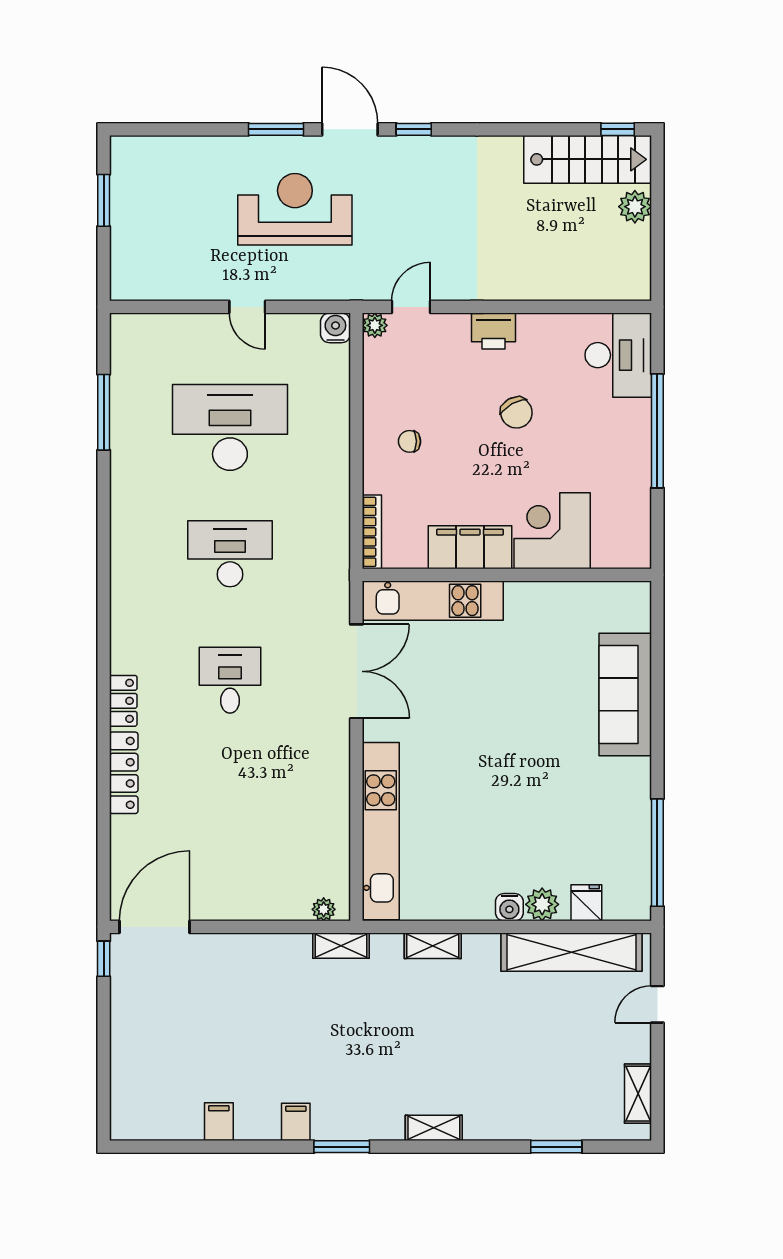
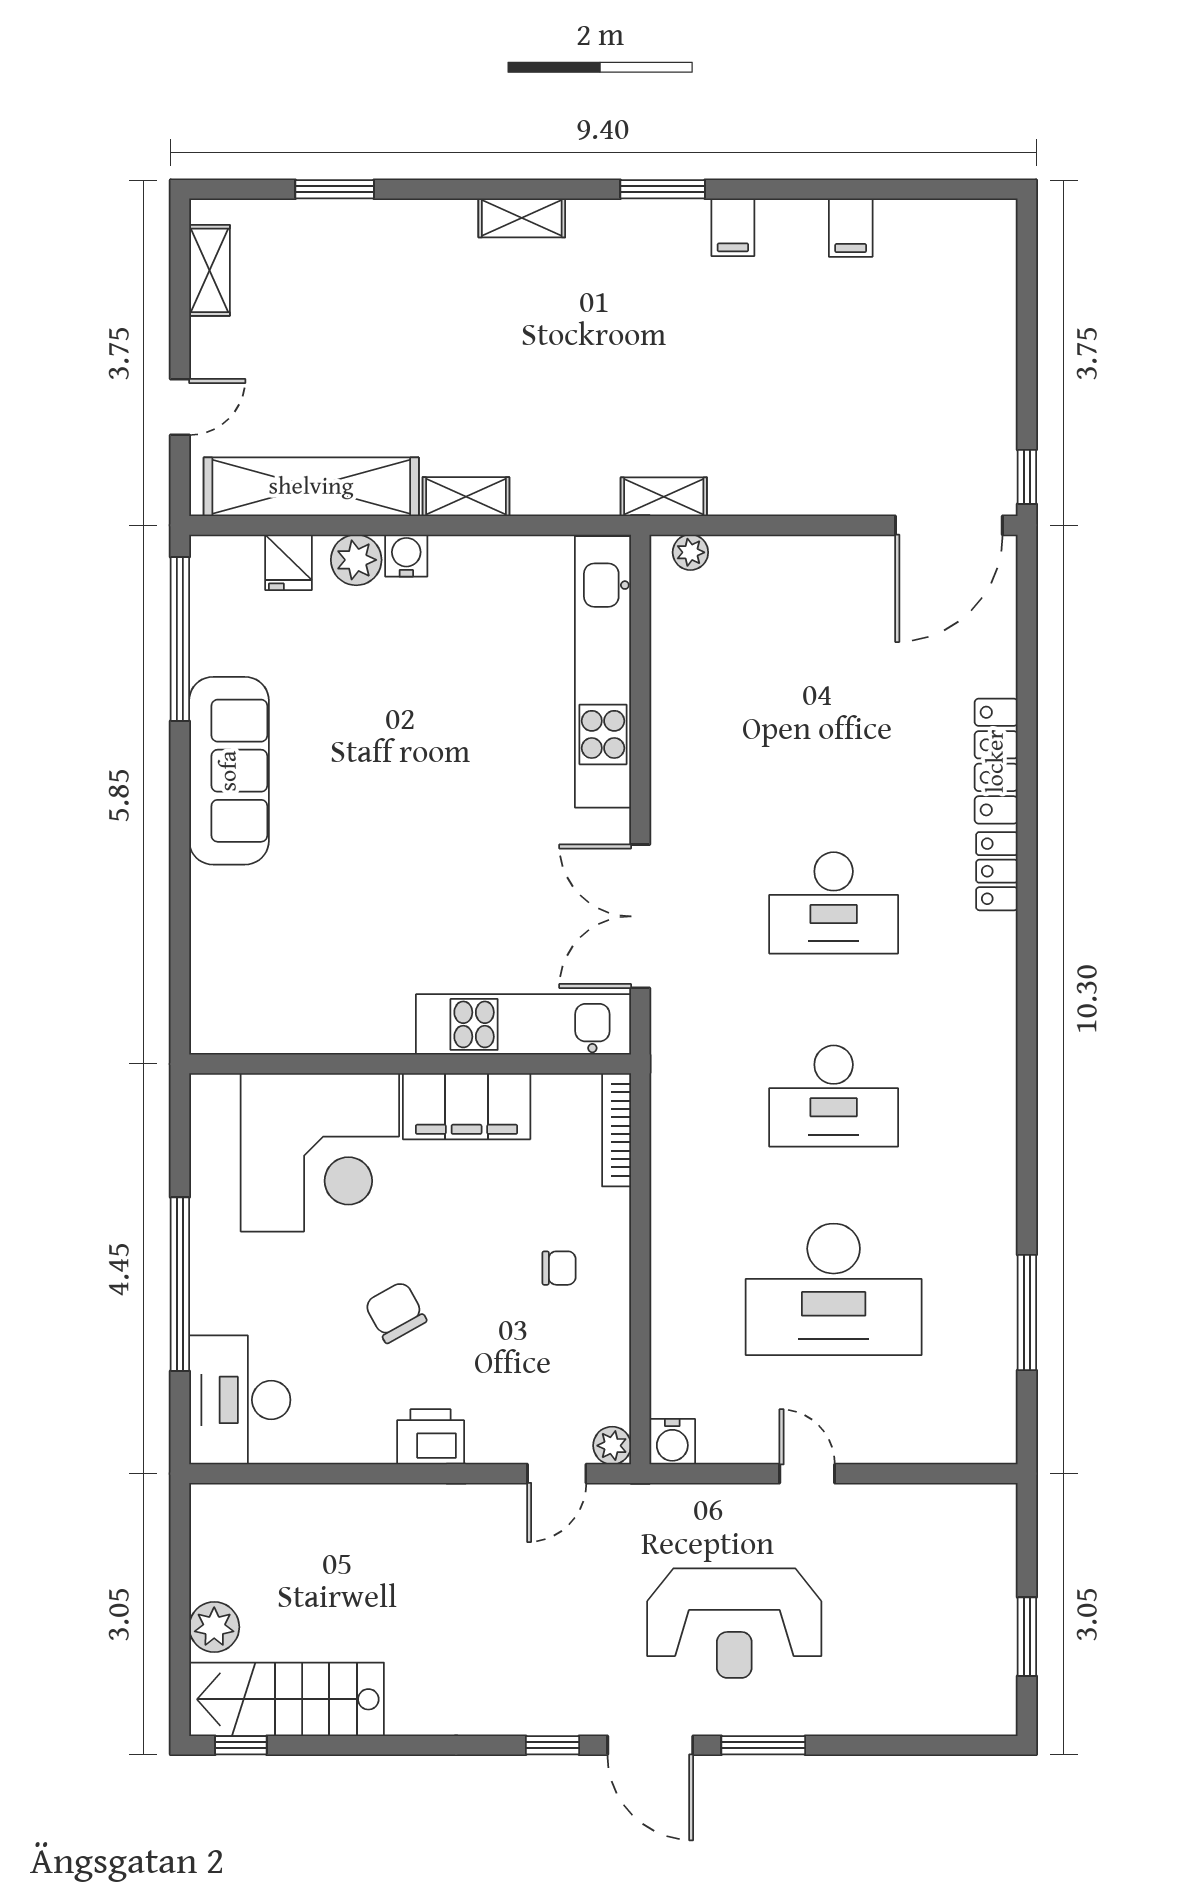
corner desk: (552, 531) -> (320, 1152), width x1.36, depth x1.36
desk: (230, 680) -> (834, 903), width x1.37
sofa: (625, 695) -> (229, 771), moved
shelving: (433, 946) -> (466, 497), moved

